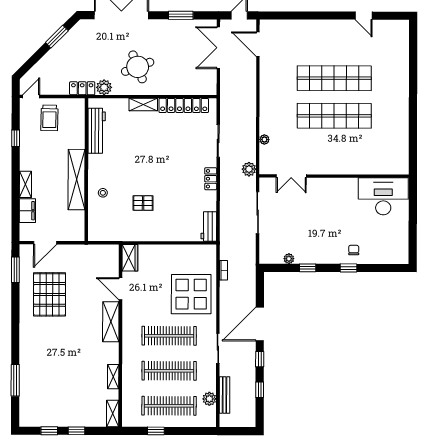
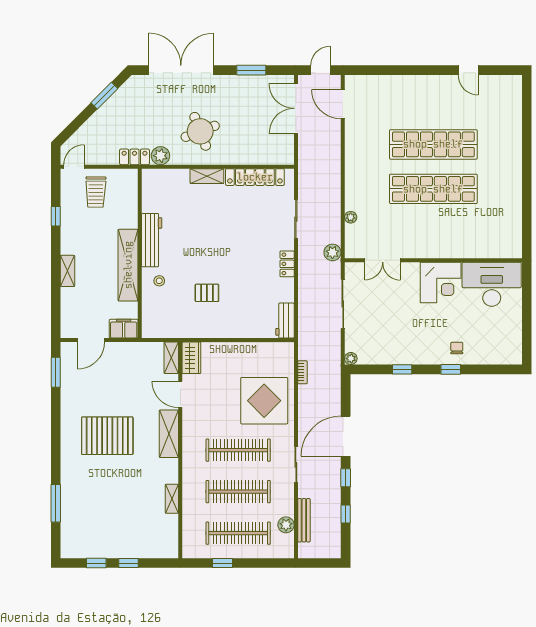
workbench: (97, 131) -> (152, 240), moved
corner desk: (340, 195) -> (441, 283), added
filing cabinet: (27, 211) -> (124, 329), moved, turned -90
plant: (289, 259) -> (351, 359), moved
pallet: (50, 294) -> (107, 436), moved, turned 90
shelving: (113, 414) -> (171, 358), moved

